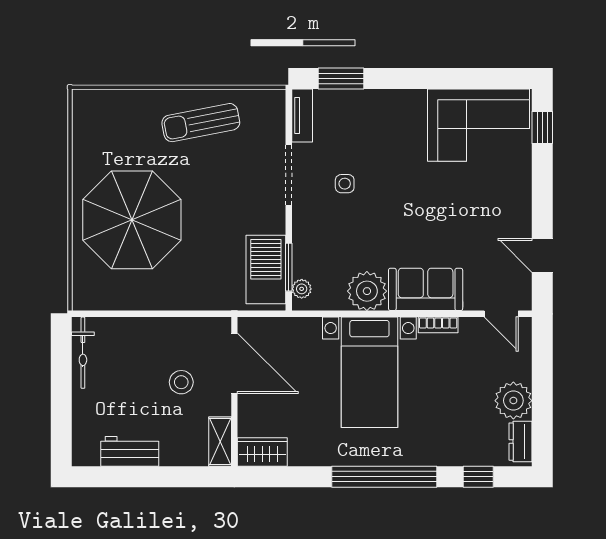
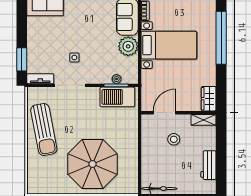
sun lounger: (201, 123) -> (44, 130), width x1.36, depth x1.34
plant: (302, 289) -> (117, 79), moved
door: (234, 363) -> (164, 113), width x0.73

